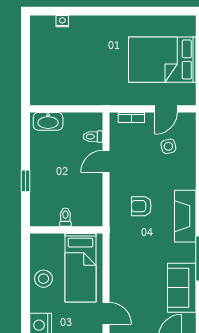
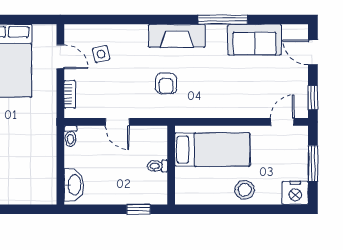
toilet: (93, 137) -> (71, 136), moved
toilet: (65, 217) -> (157, 166), moved
wall: (66, 230) -> (171, 165), moved
bed: (80, 268) -> (212, 150), moved

